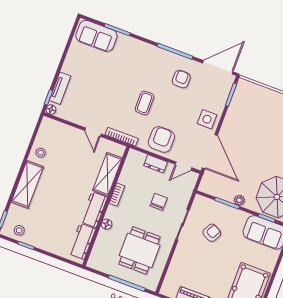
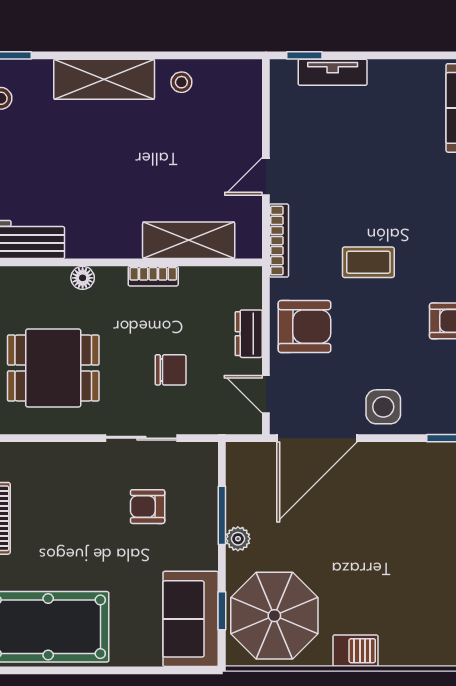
floor lamp: (51, 110) -> (281, 70), removed
workbench: (94, 210) -> (104, 240), removed
armchair: (212, 233) -> (148, 507), turned 152

